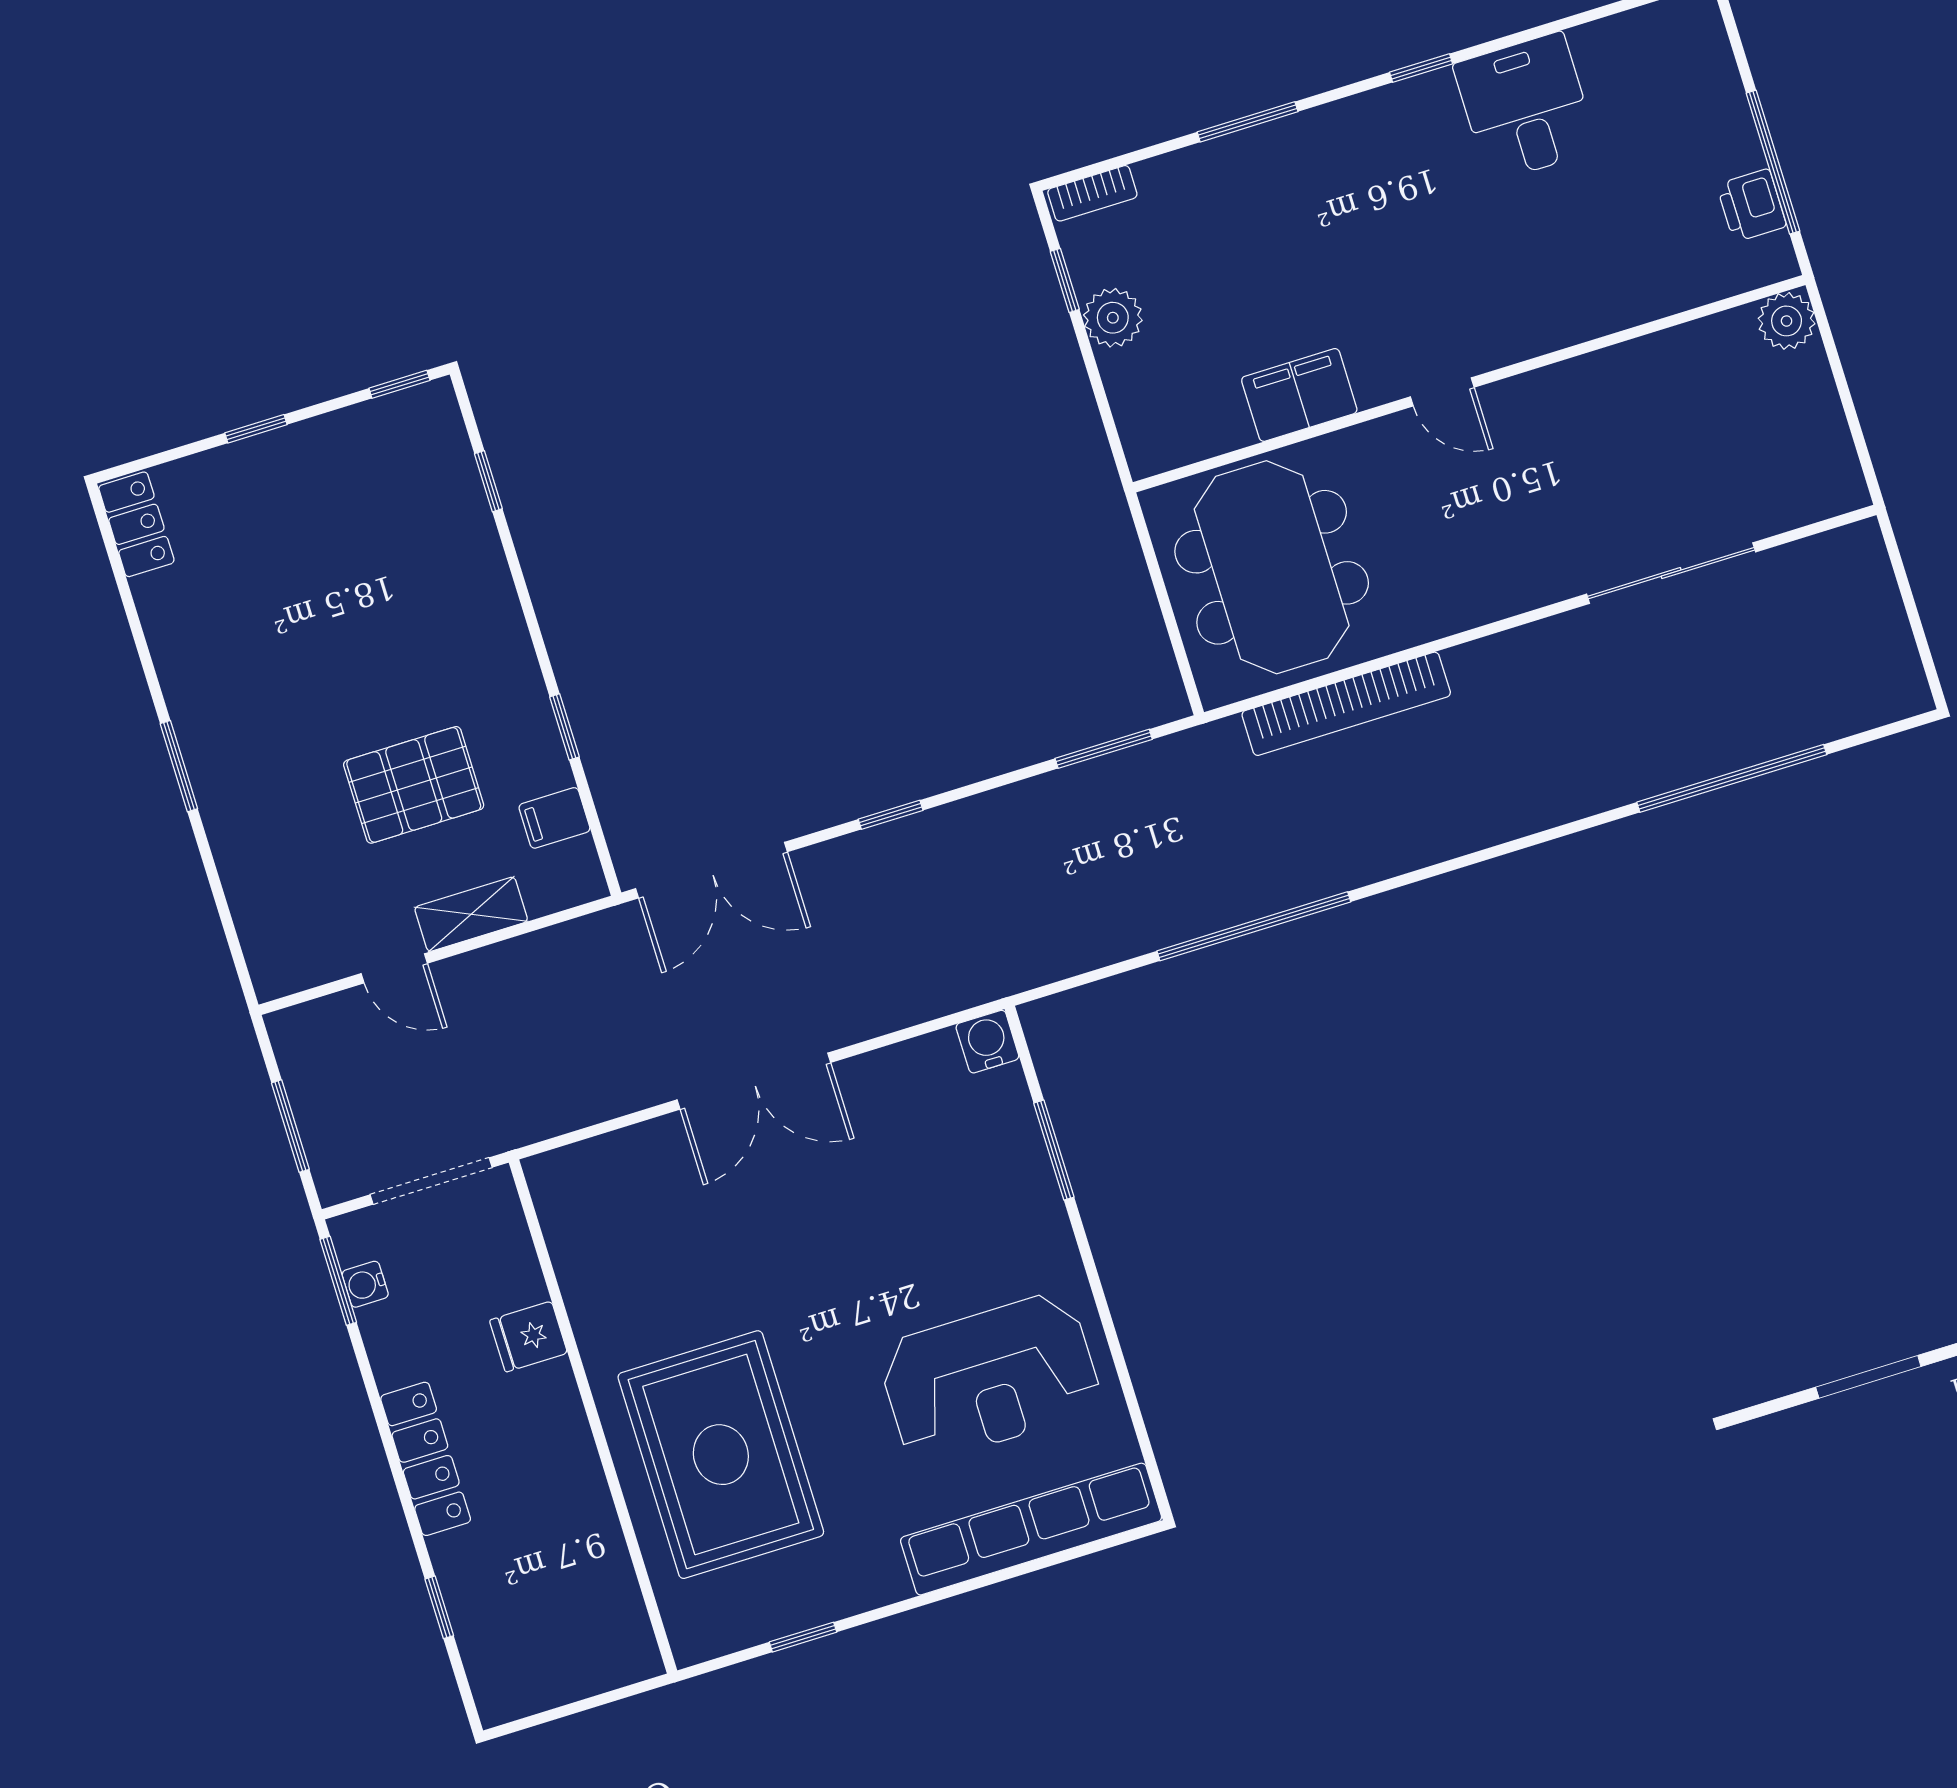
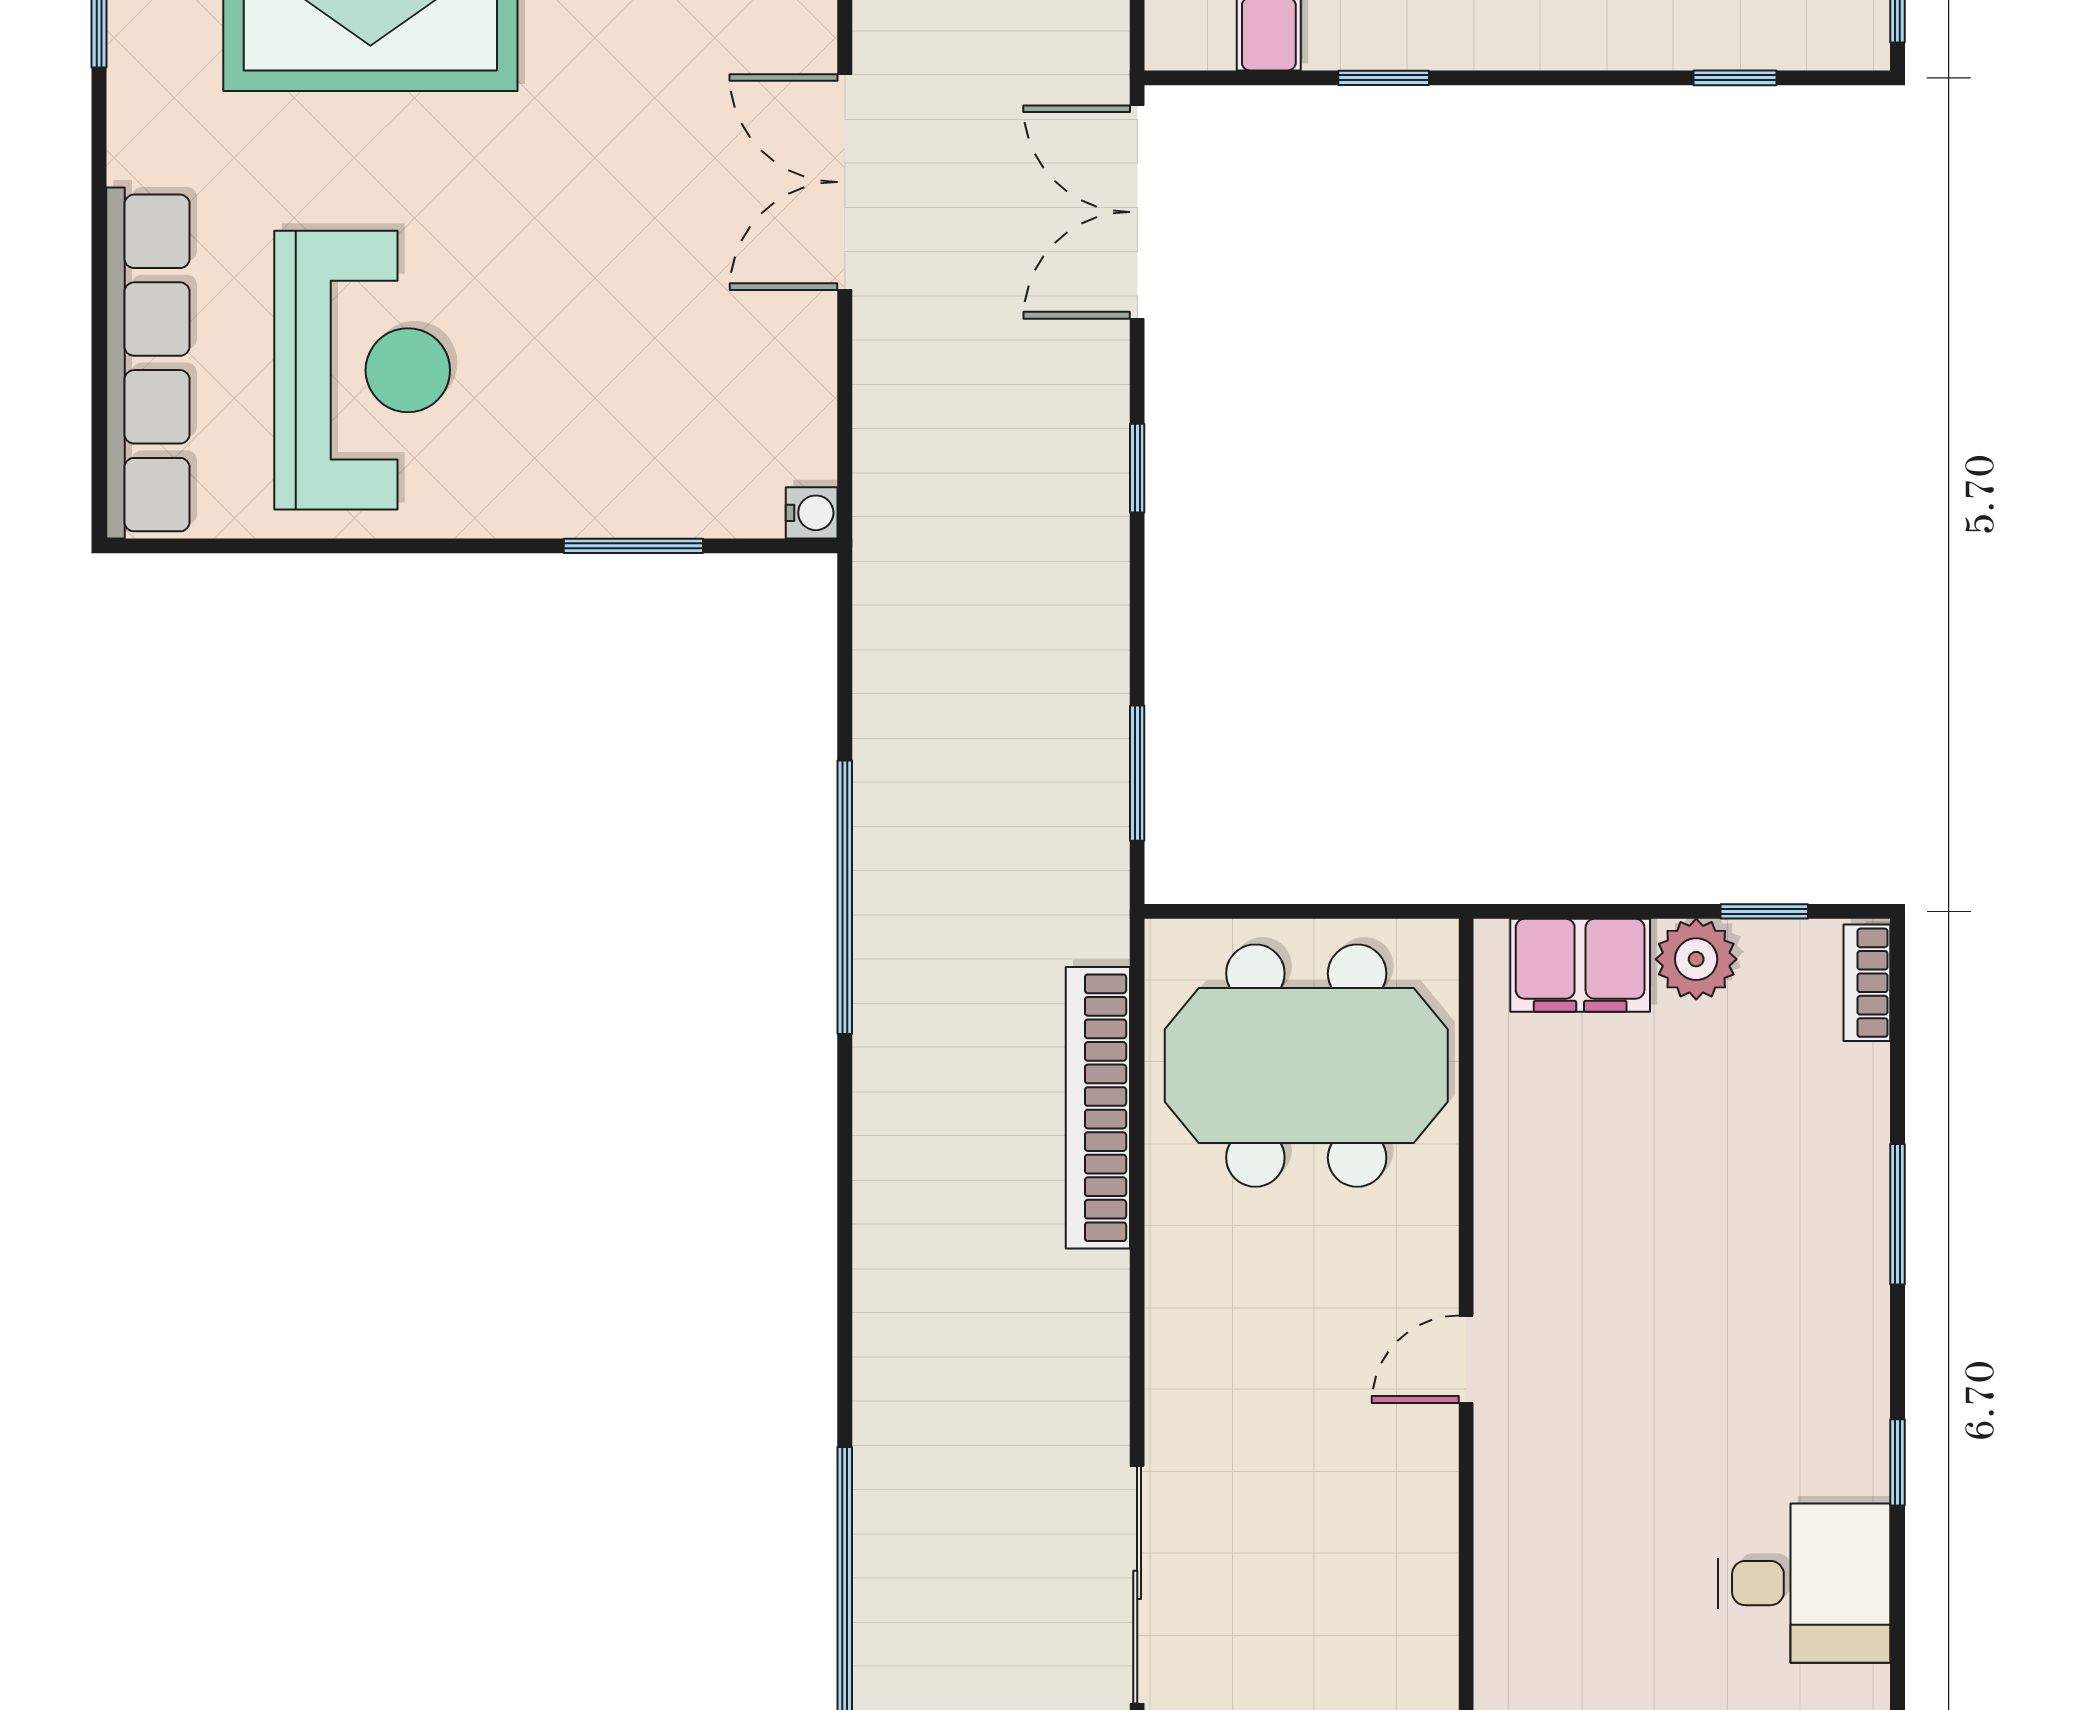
filing cabinet: (1299, 395) -> (1580, 965), moved, turned 90
water cooler: (987, 1042) -> (812, 513), width x0.72, depth x0.72
reception desk: (990, 1378) -> (362, 370), turned 180

